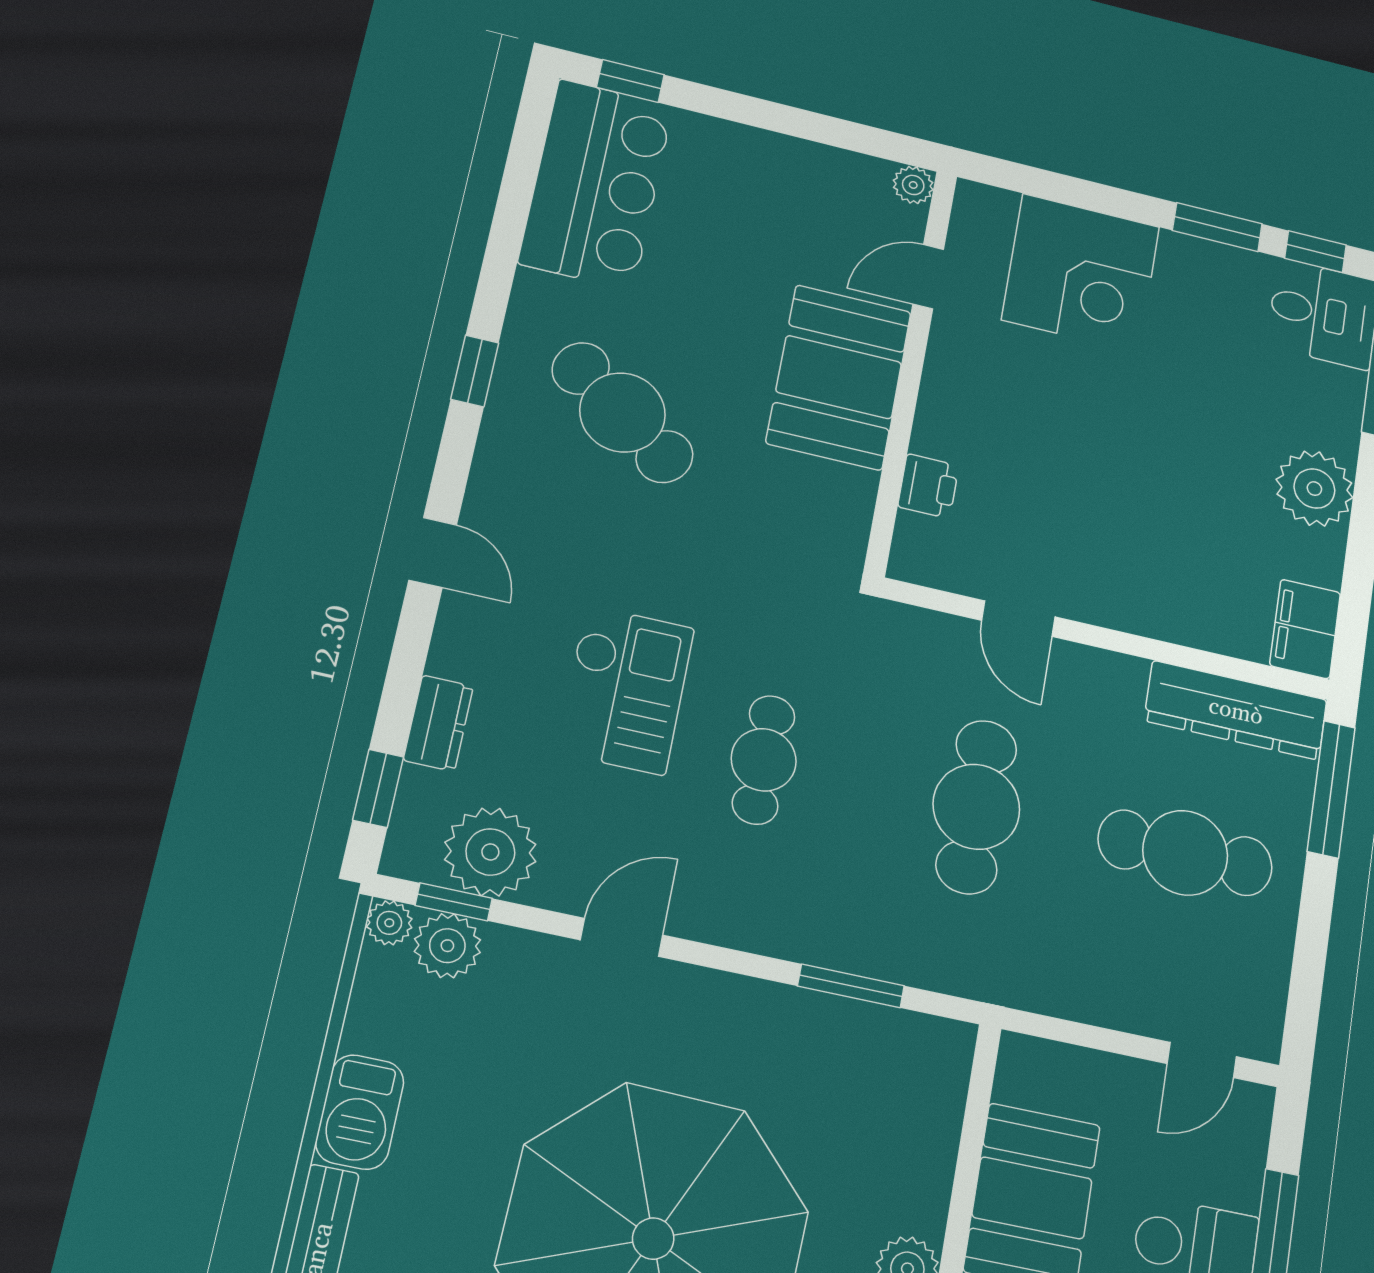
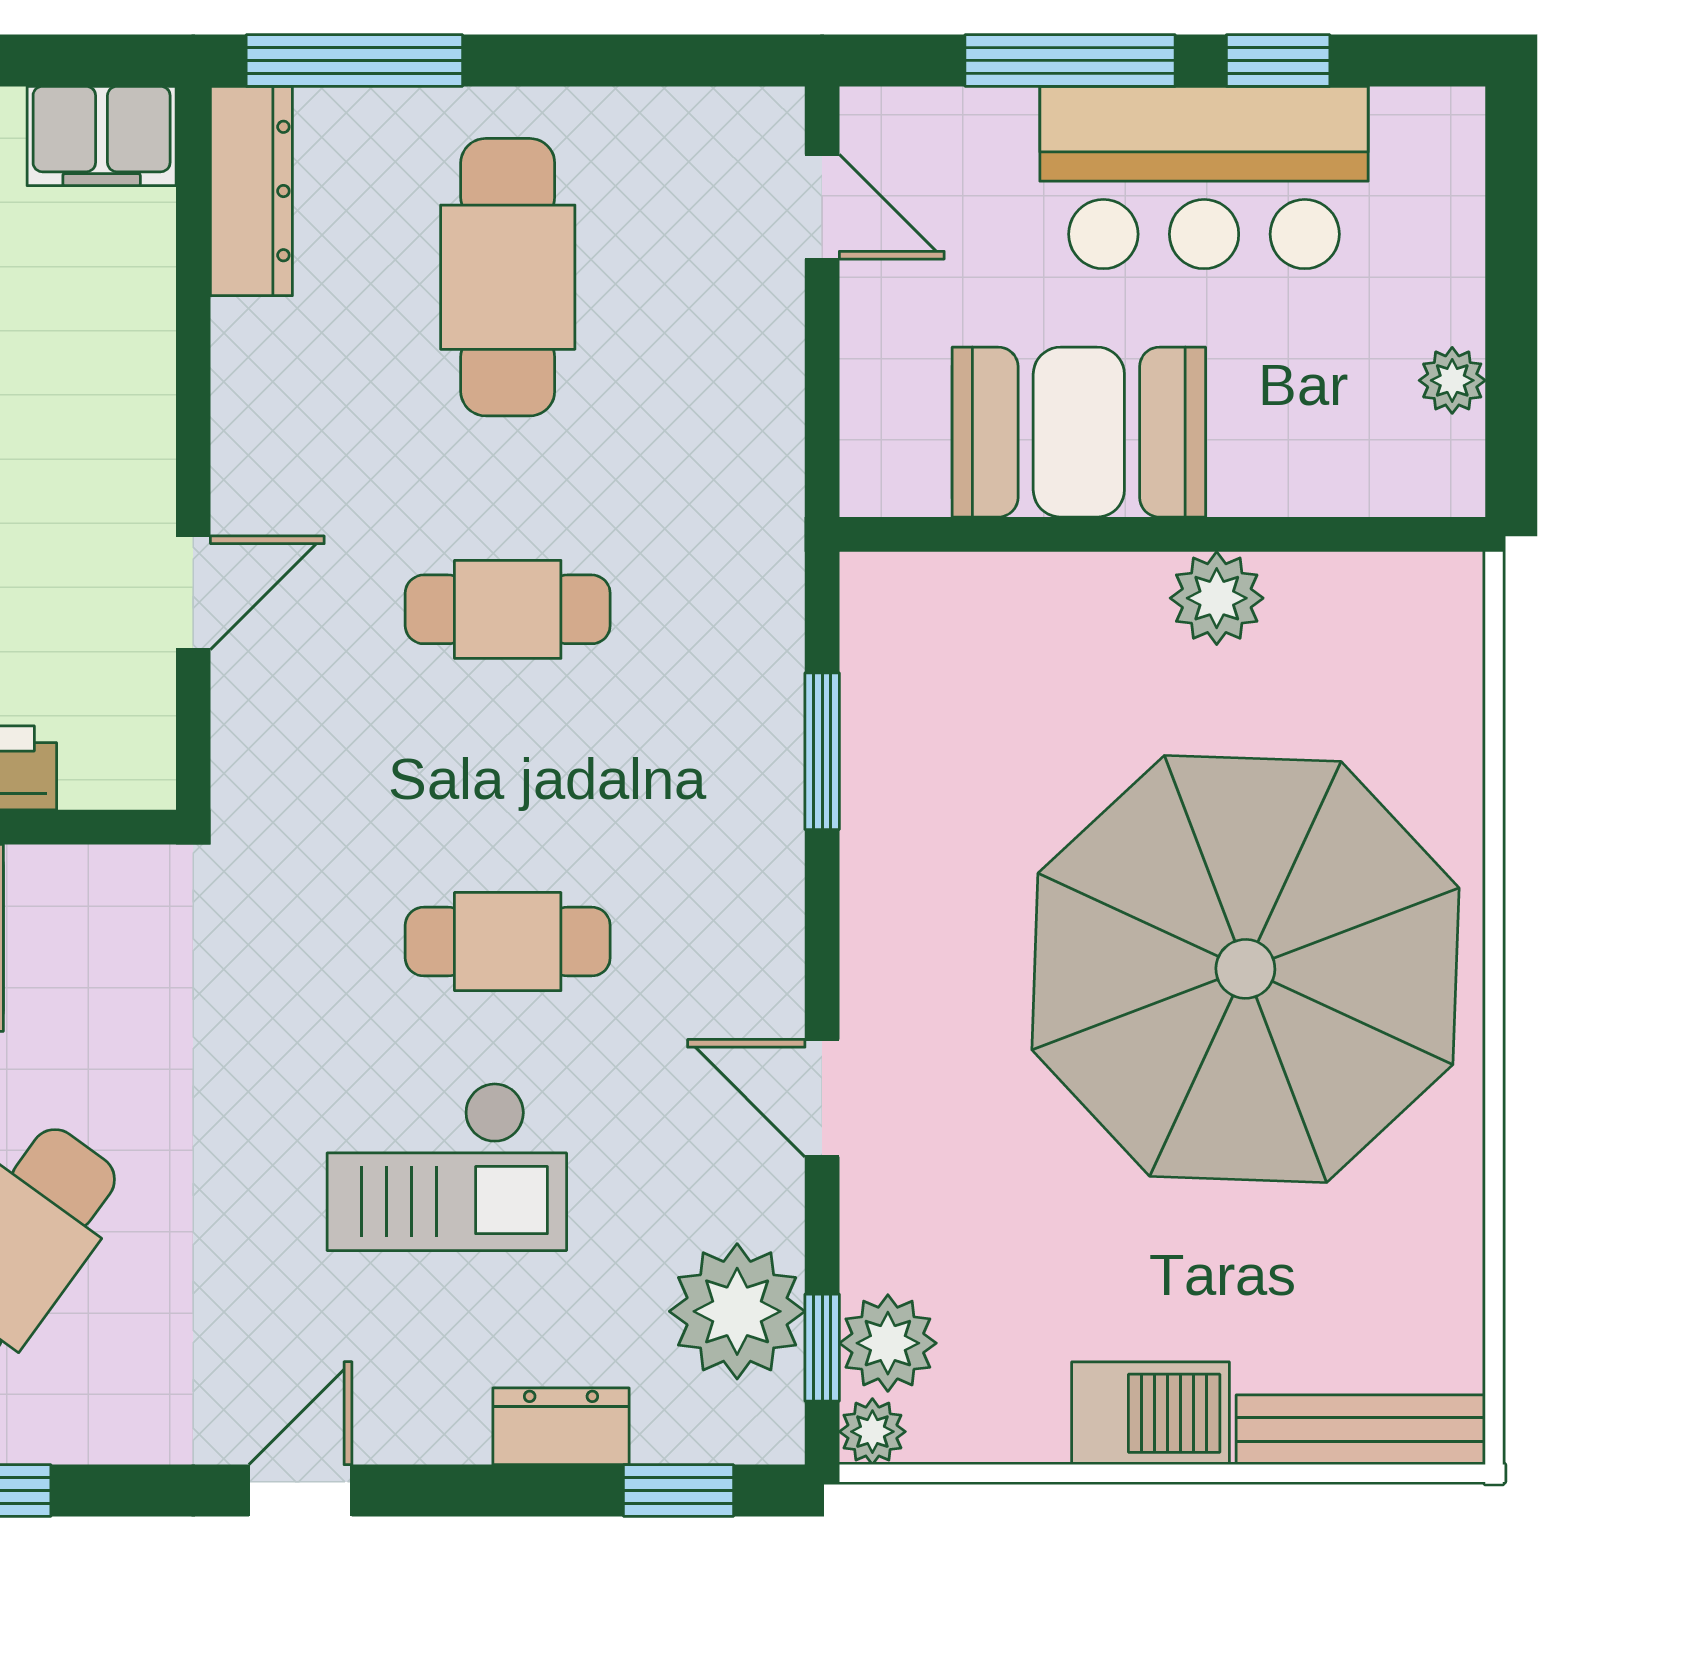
checkout: (625, 690) -> (447, 1166), turned 180
dresser: (1236, 710) -> (251, 191), width x0.73, depth x0.80
cafe table: (976, 807) -> (508, 609), width x0.73, depth x0.74

